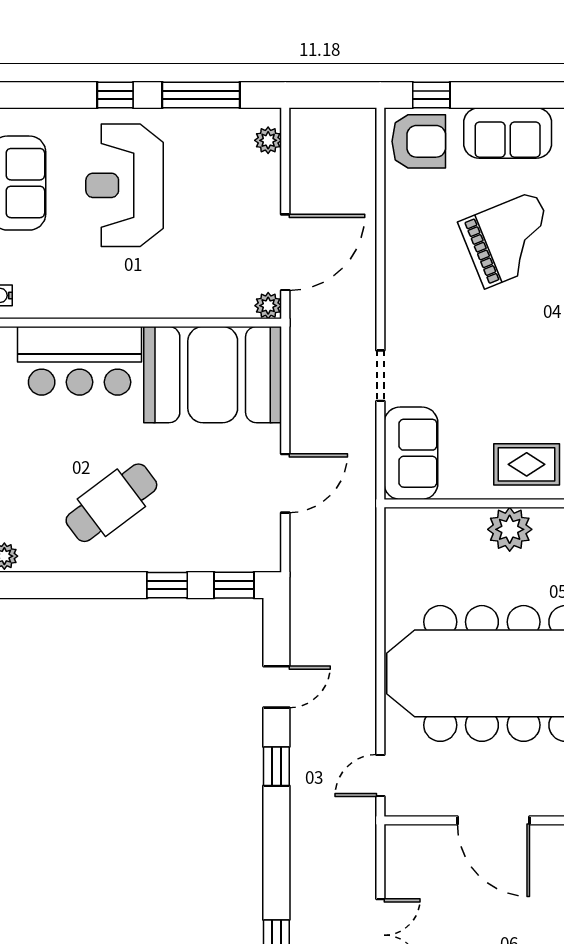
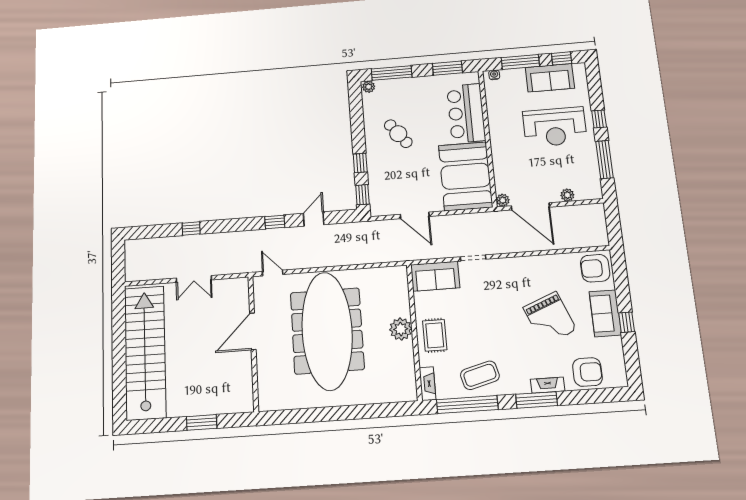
window: (431, 95) -> (627, 322), moved
plant: (268, 140) -> (567, 195), moved
armchair: (419, 141) -> (595, 268), turned 90
reception desk: (125, 185) -> (555, 127), turned 180
cafe table: (111, 503) -> (398, 134), width x0.73, depth x0.74
door: (276, 687) -> (314, 219), swing flipped

